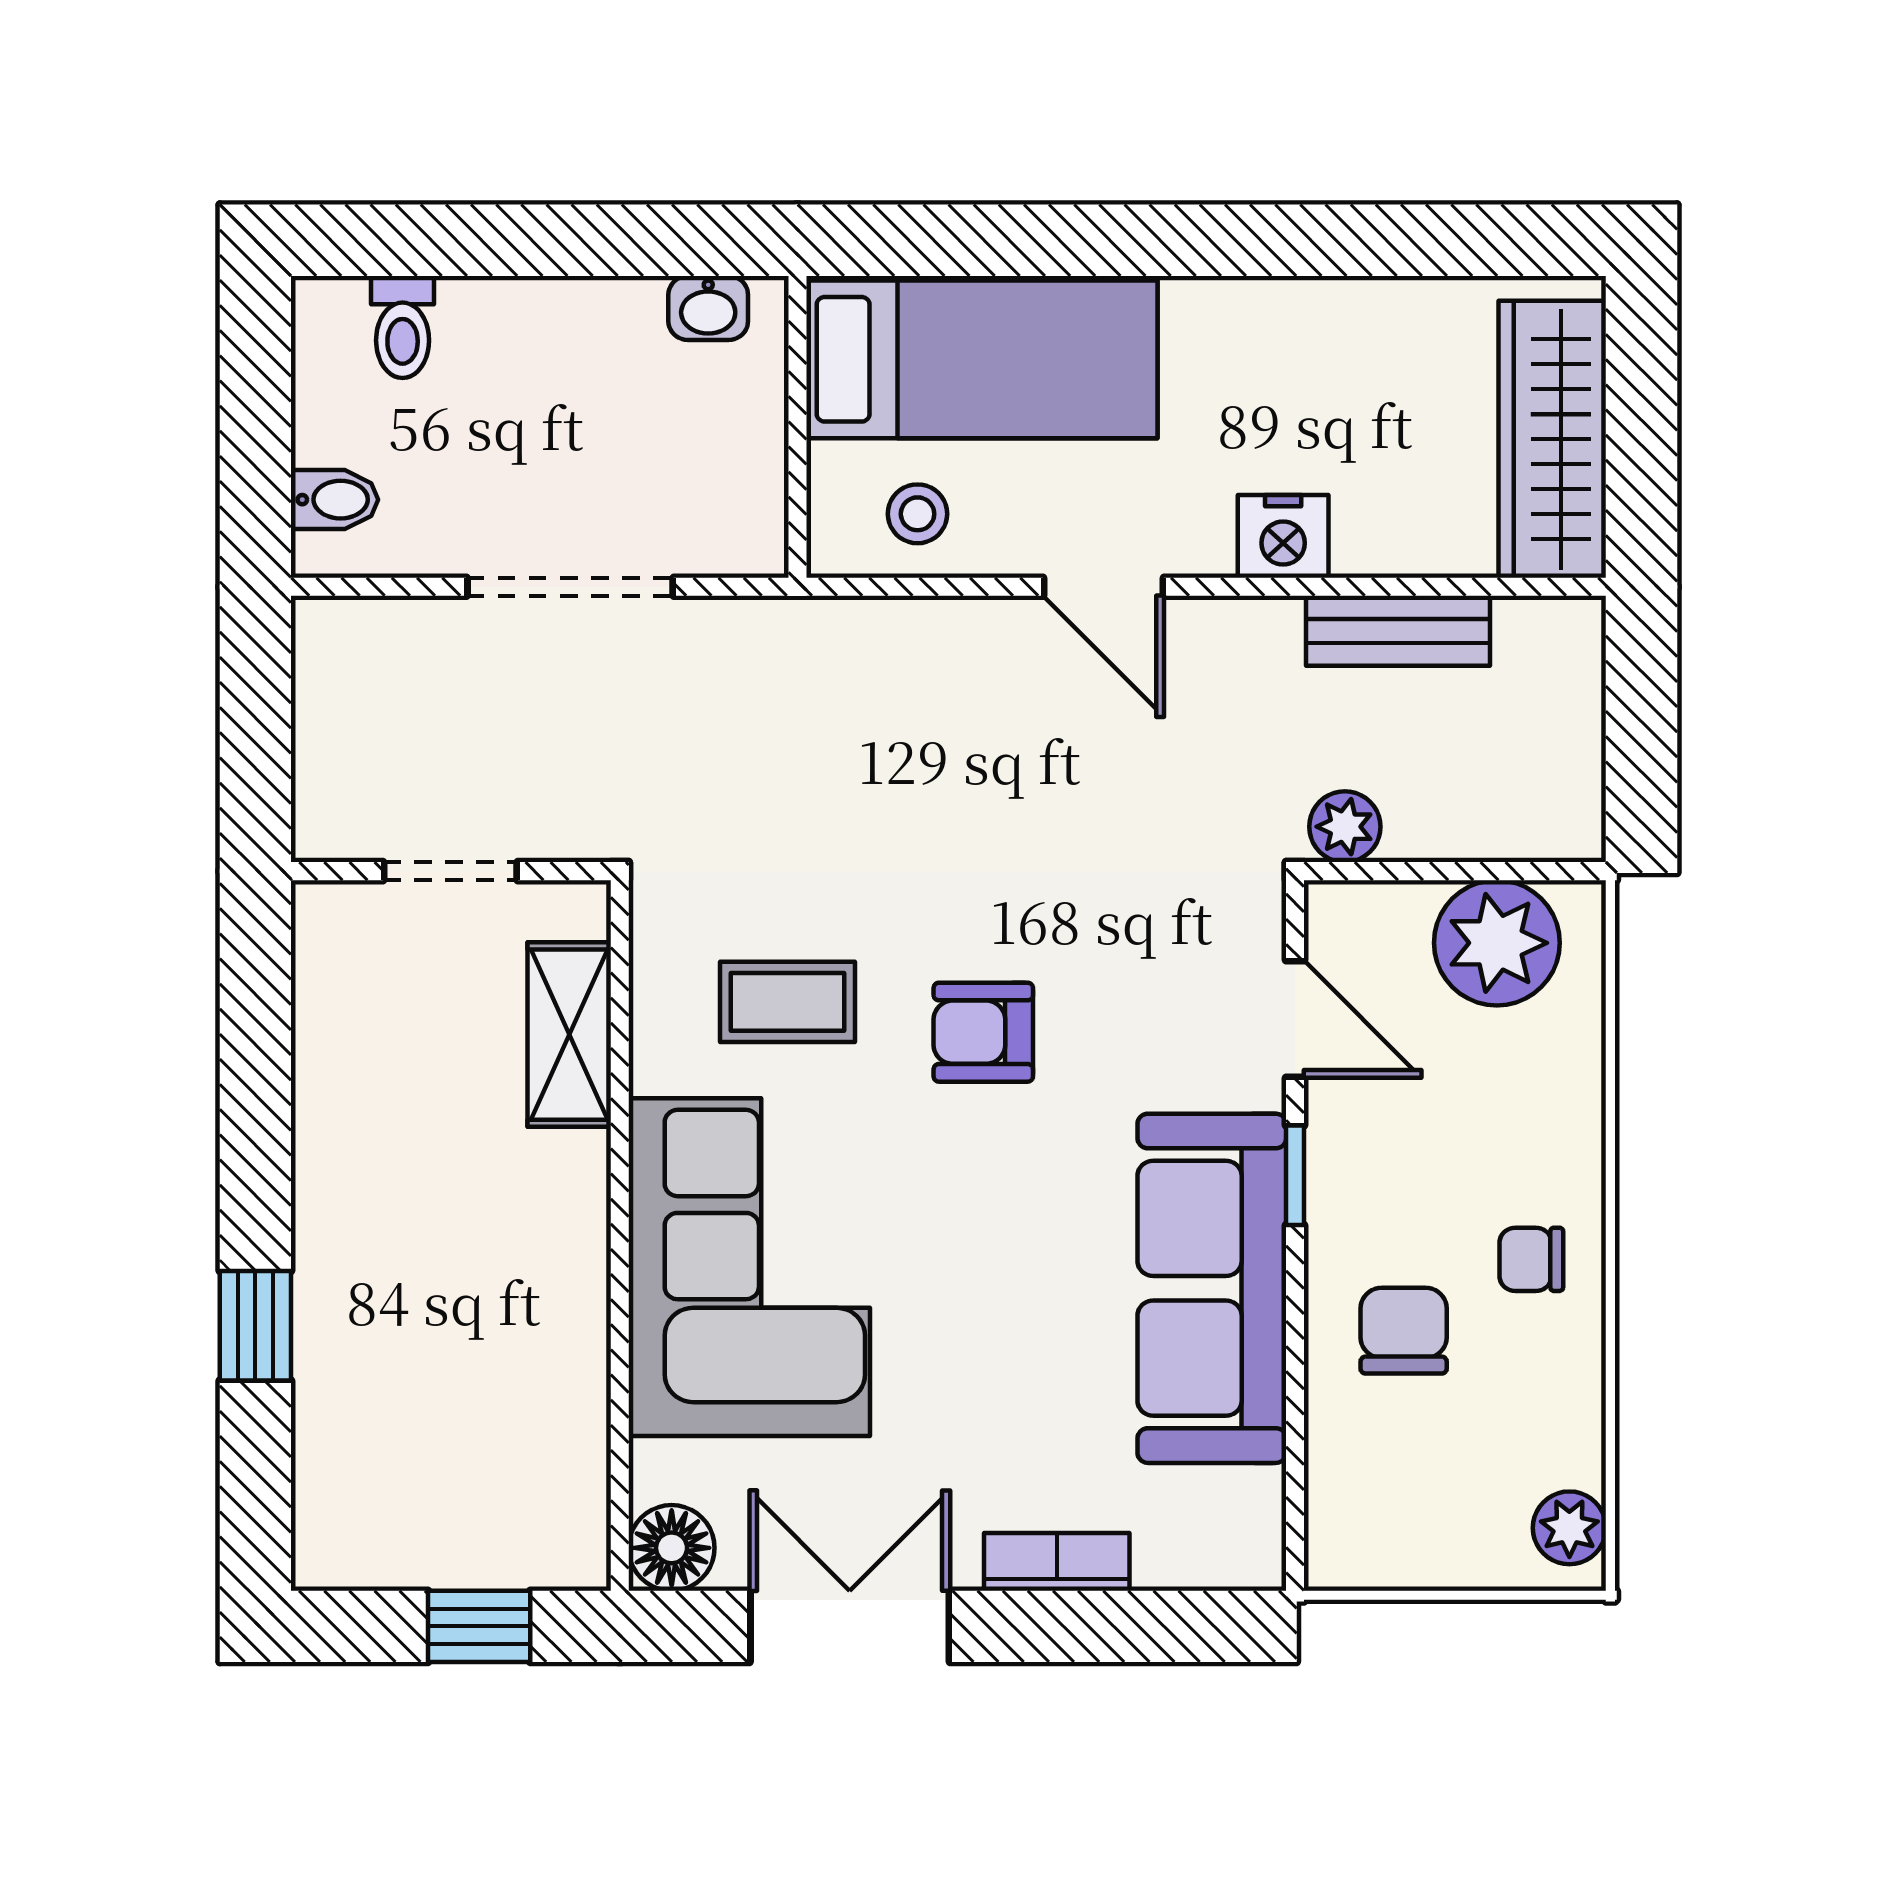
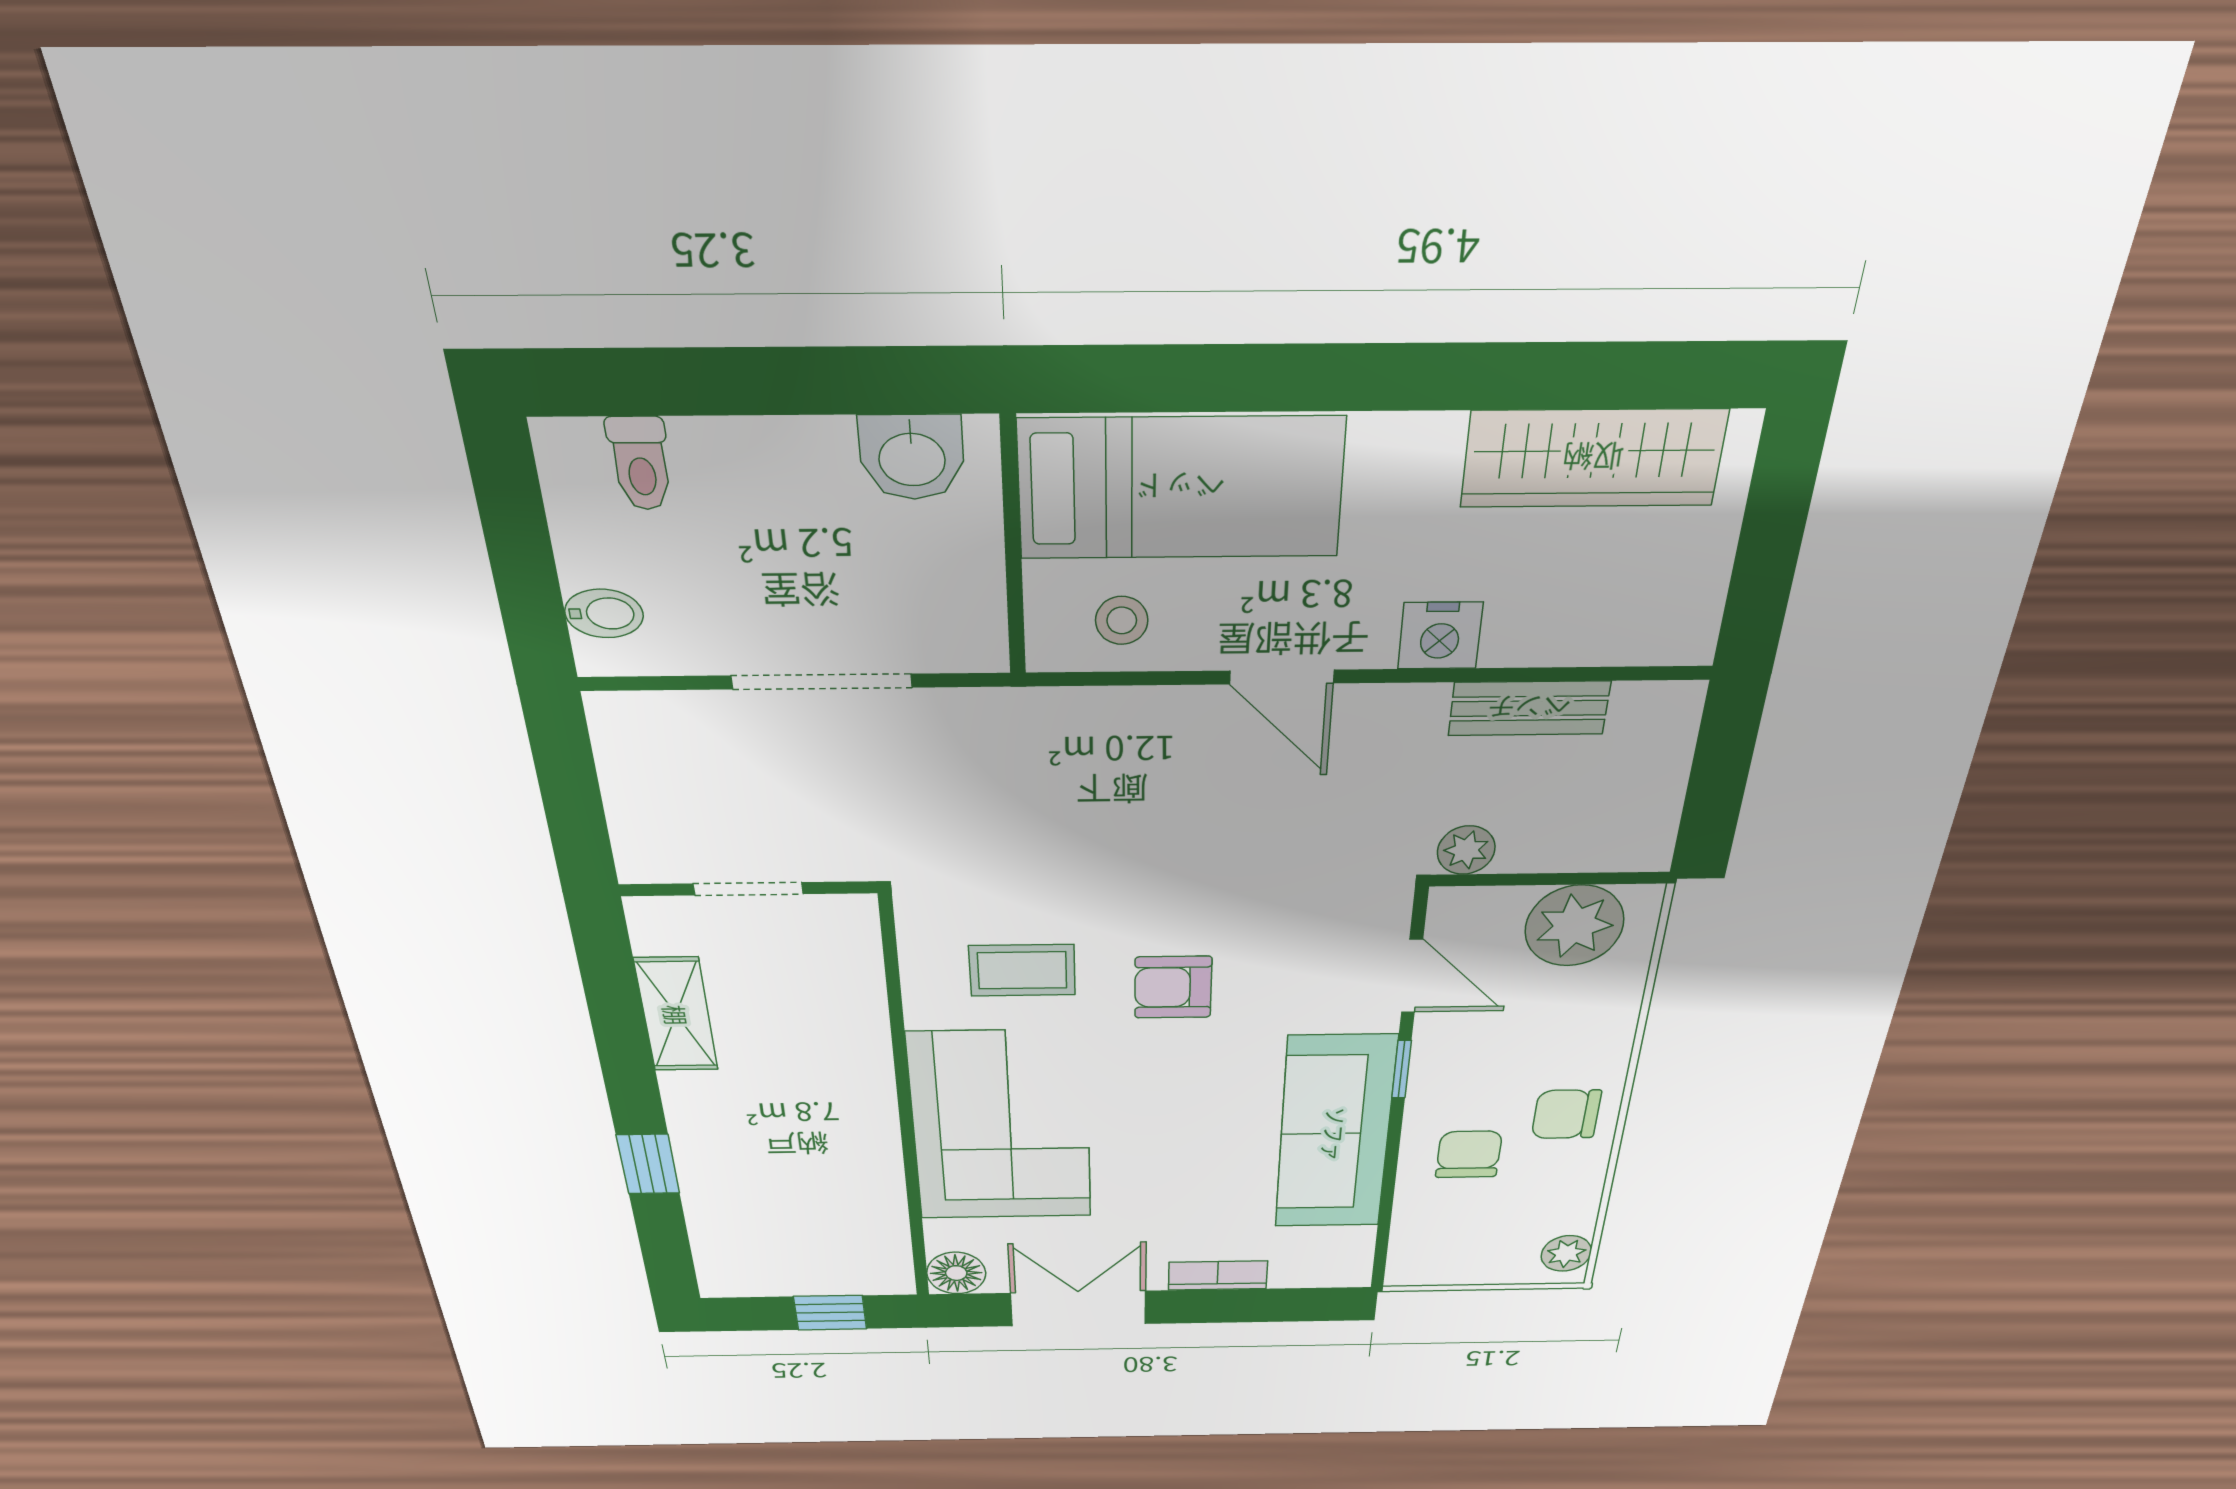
washbasin: (708, 308) -> (912, 457), width x1.38, depth x1.45
wardrobe: (1552, 439) -> (1593, 458), moved, turned -90
shelving: (569, 1035) -> (676, 1015), moved
chair: (1531, 1259) -> (1566, 1114), width x1.37, depth x1.37

